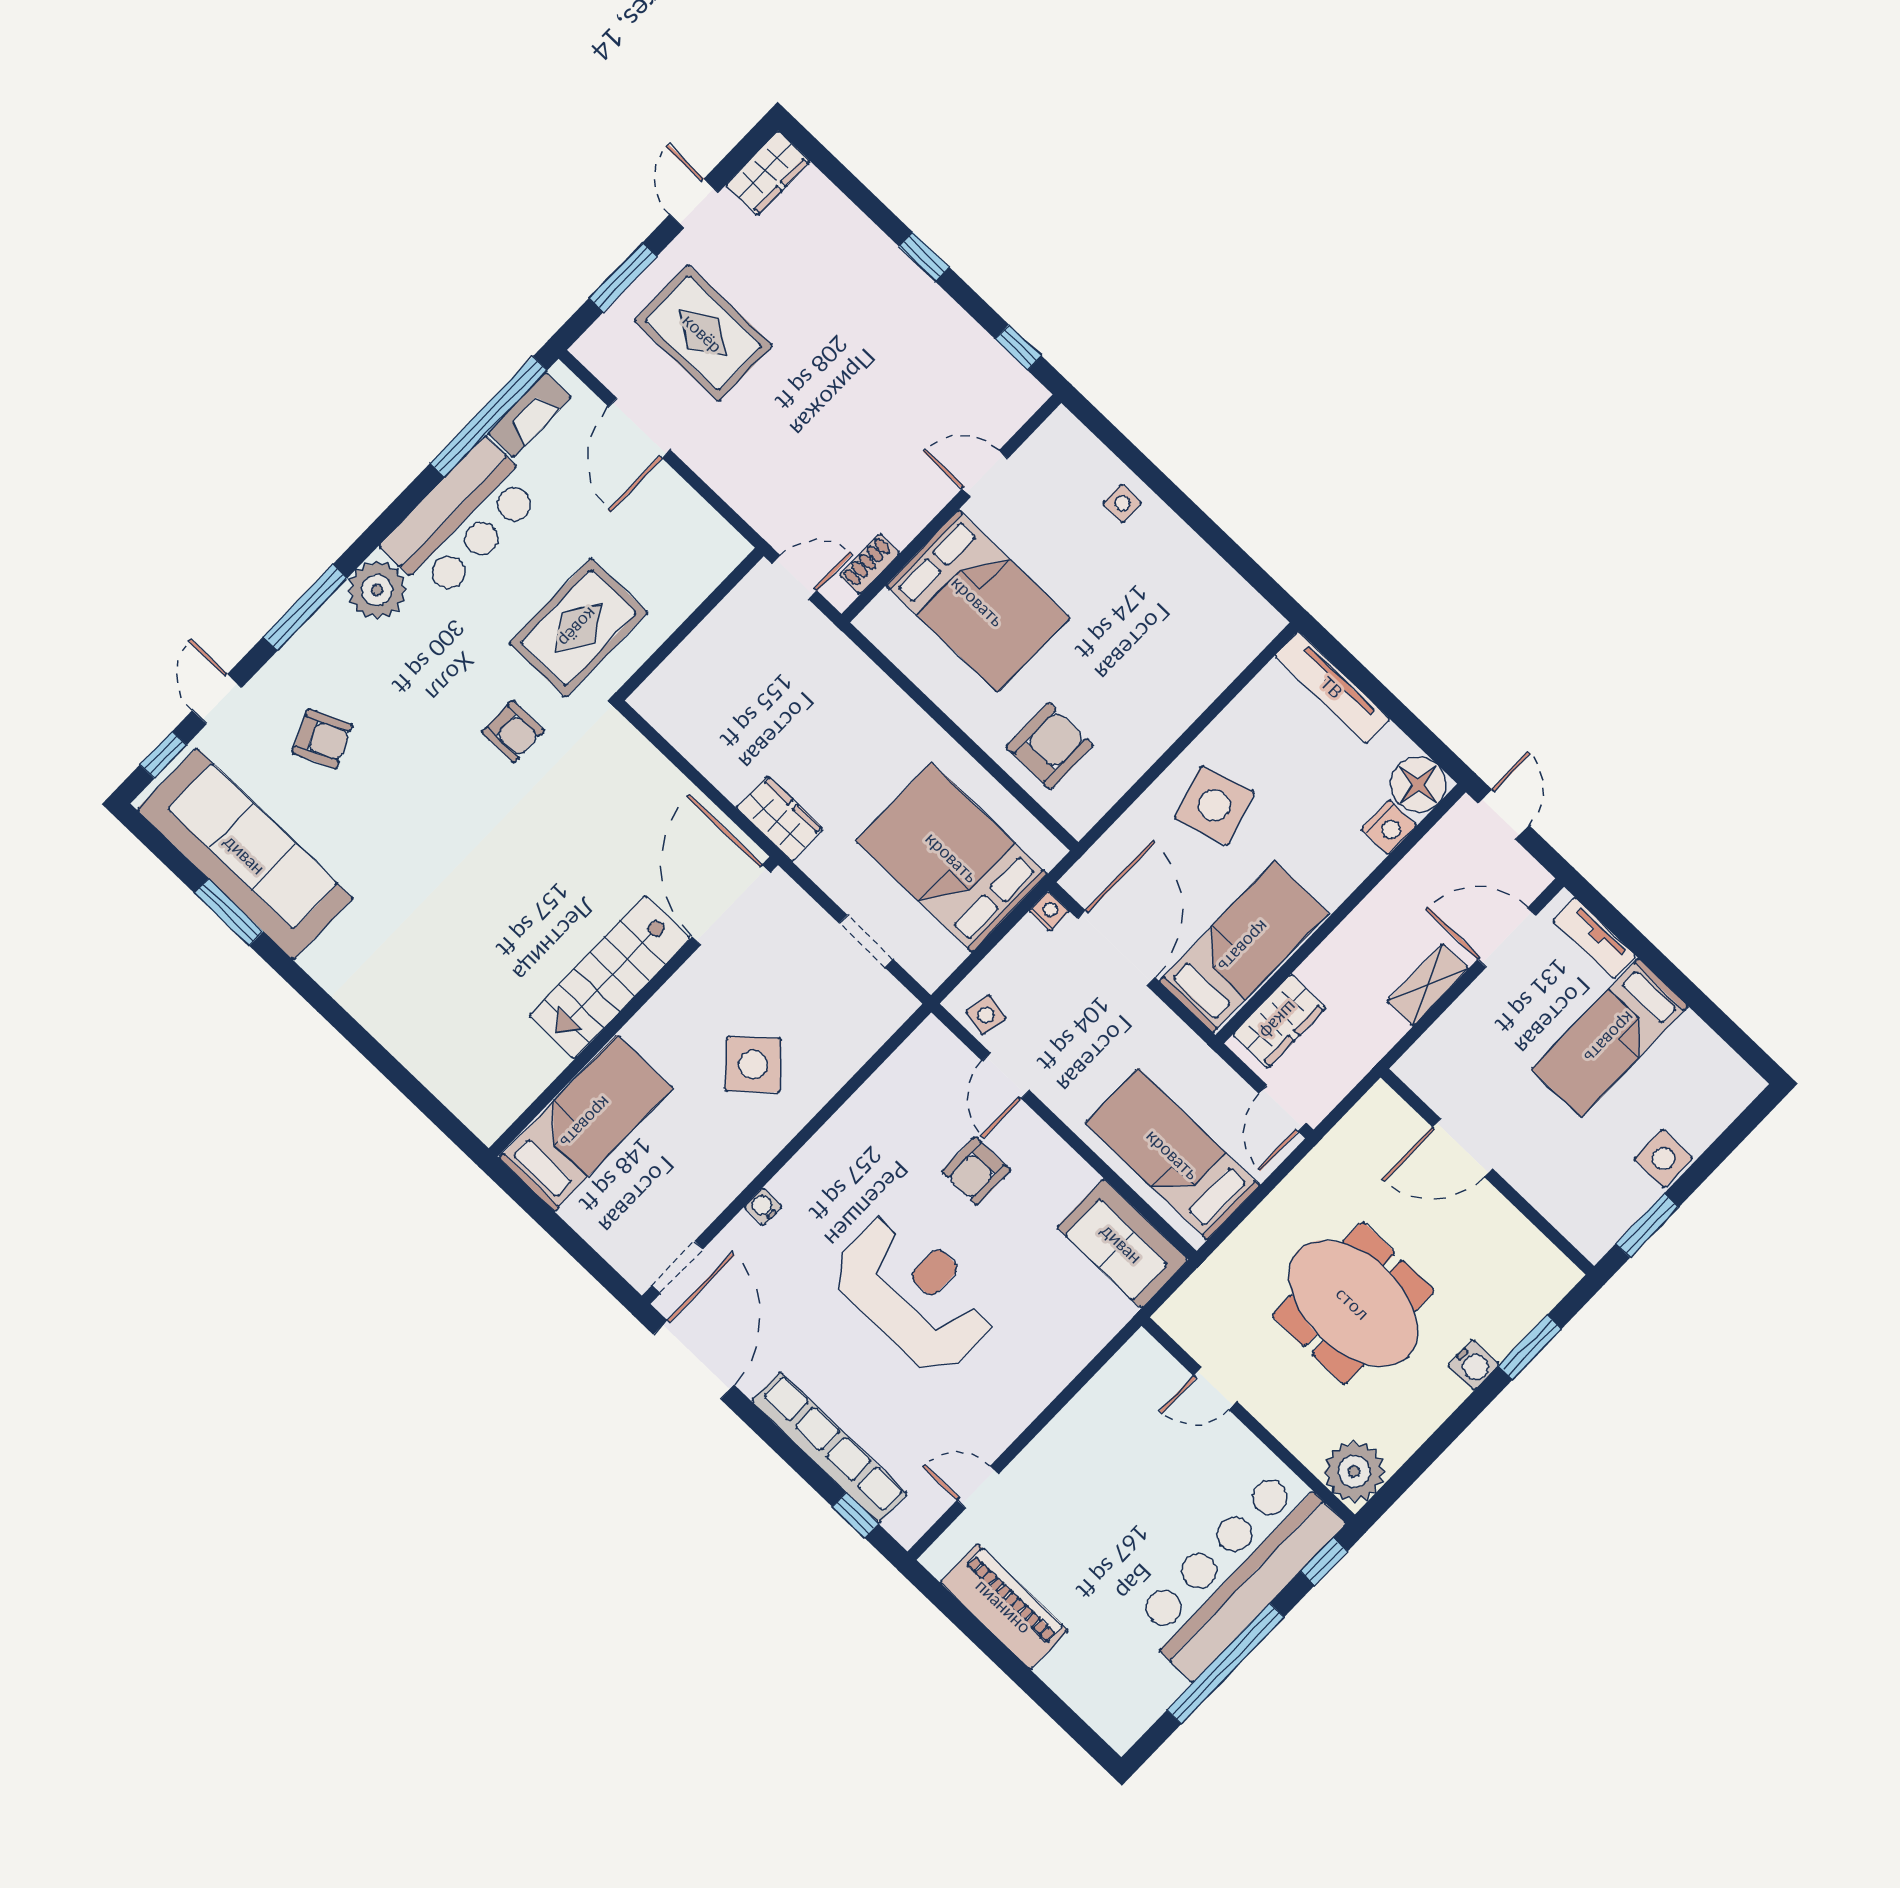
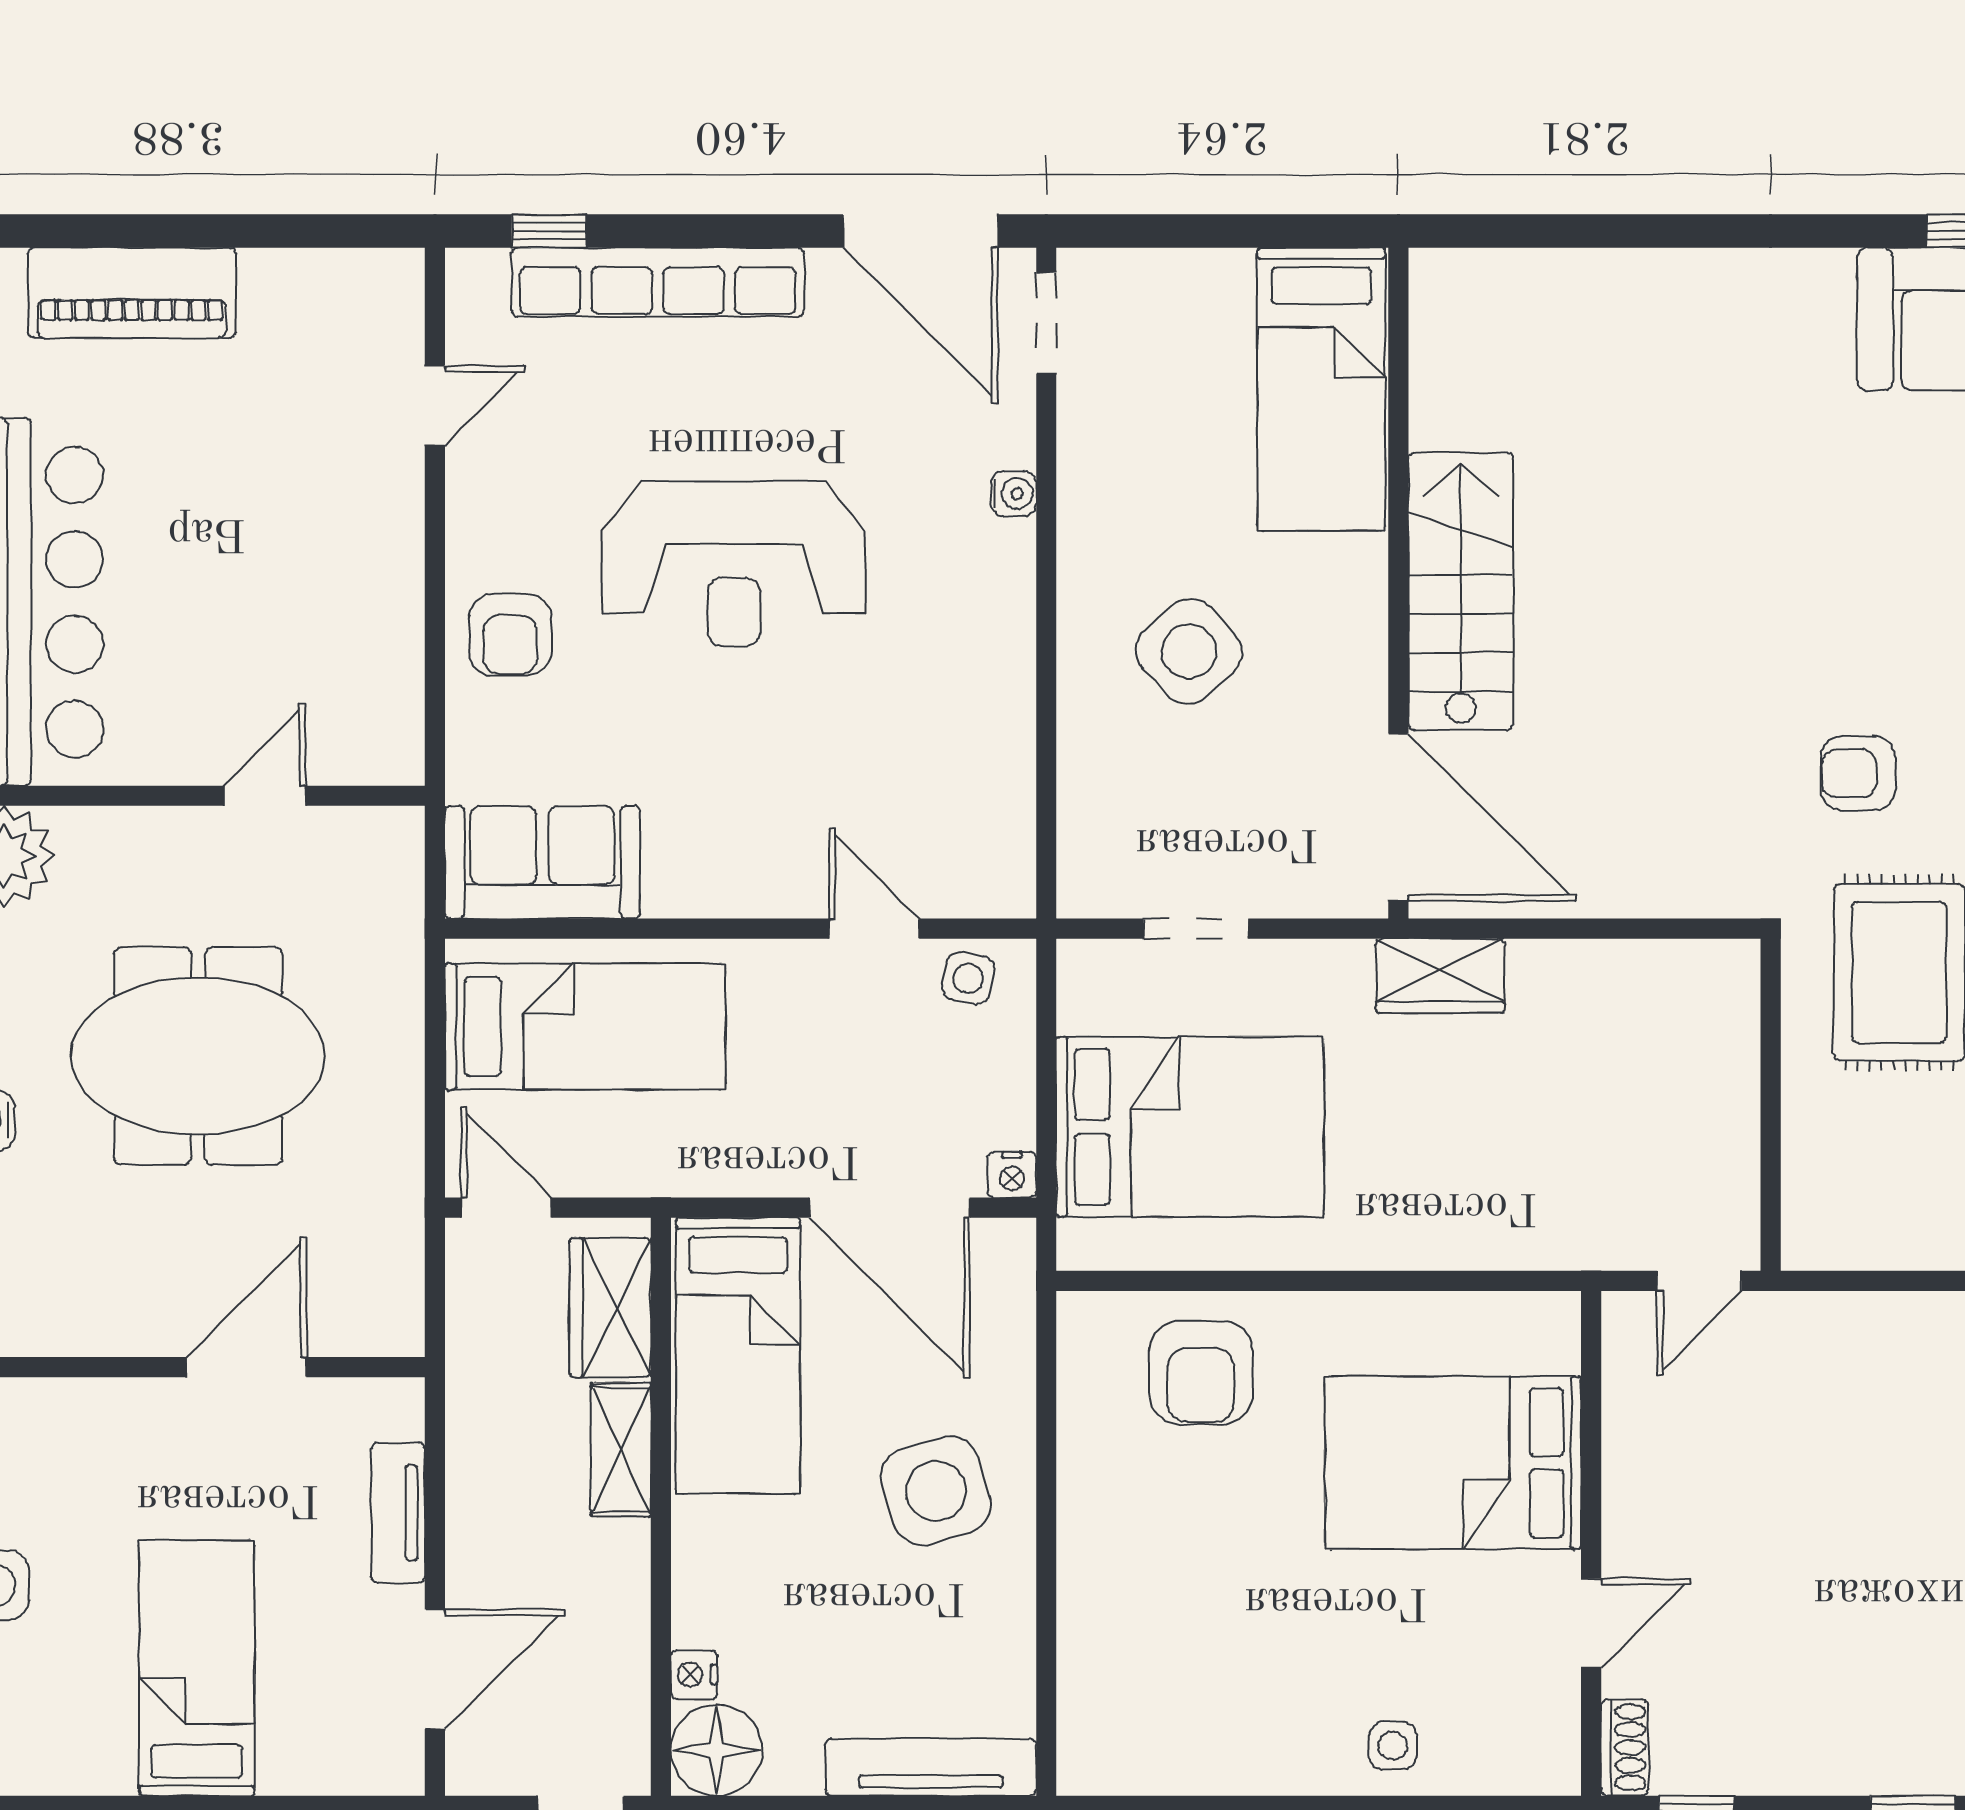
shoe rack: (870, 564) -> (1625, 1747), moved
nightstand: (1389, 827) -> (694, 1675), width x0.72, depth x0.74
tv unit: (1594, 938) -> (398, 1513), moved, turned -90
shelving: (1428, 985) -> (621, 1450), moved
armchair: (976, 1171) -> (510, 635), moved, turned 180
piano: (1004, 1606) -> (132, 293), moved

